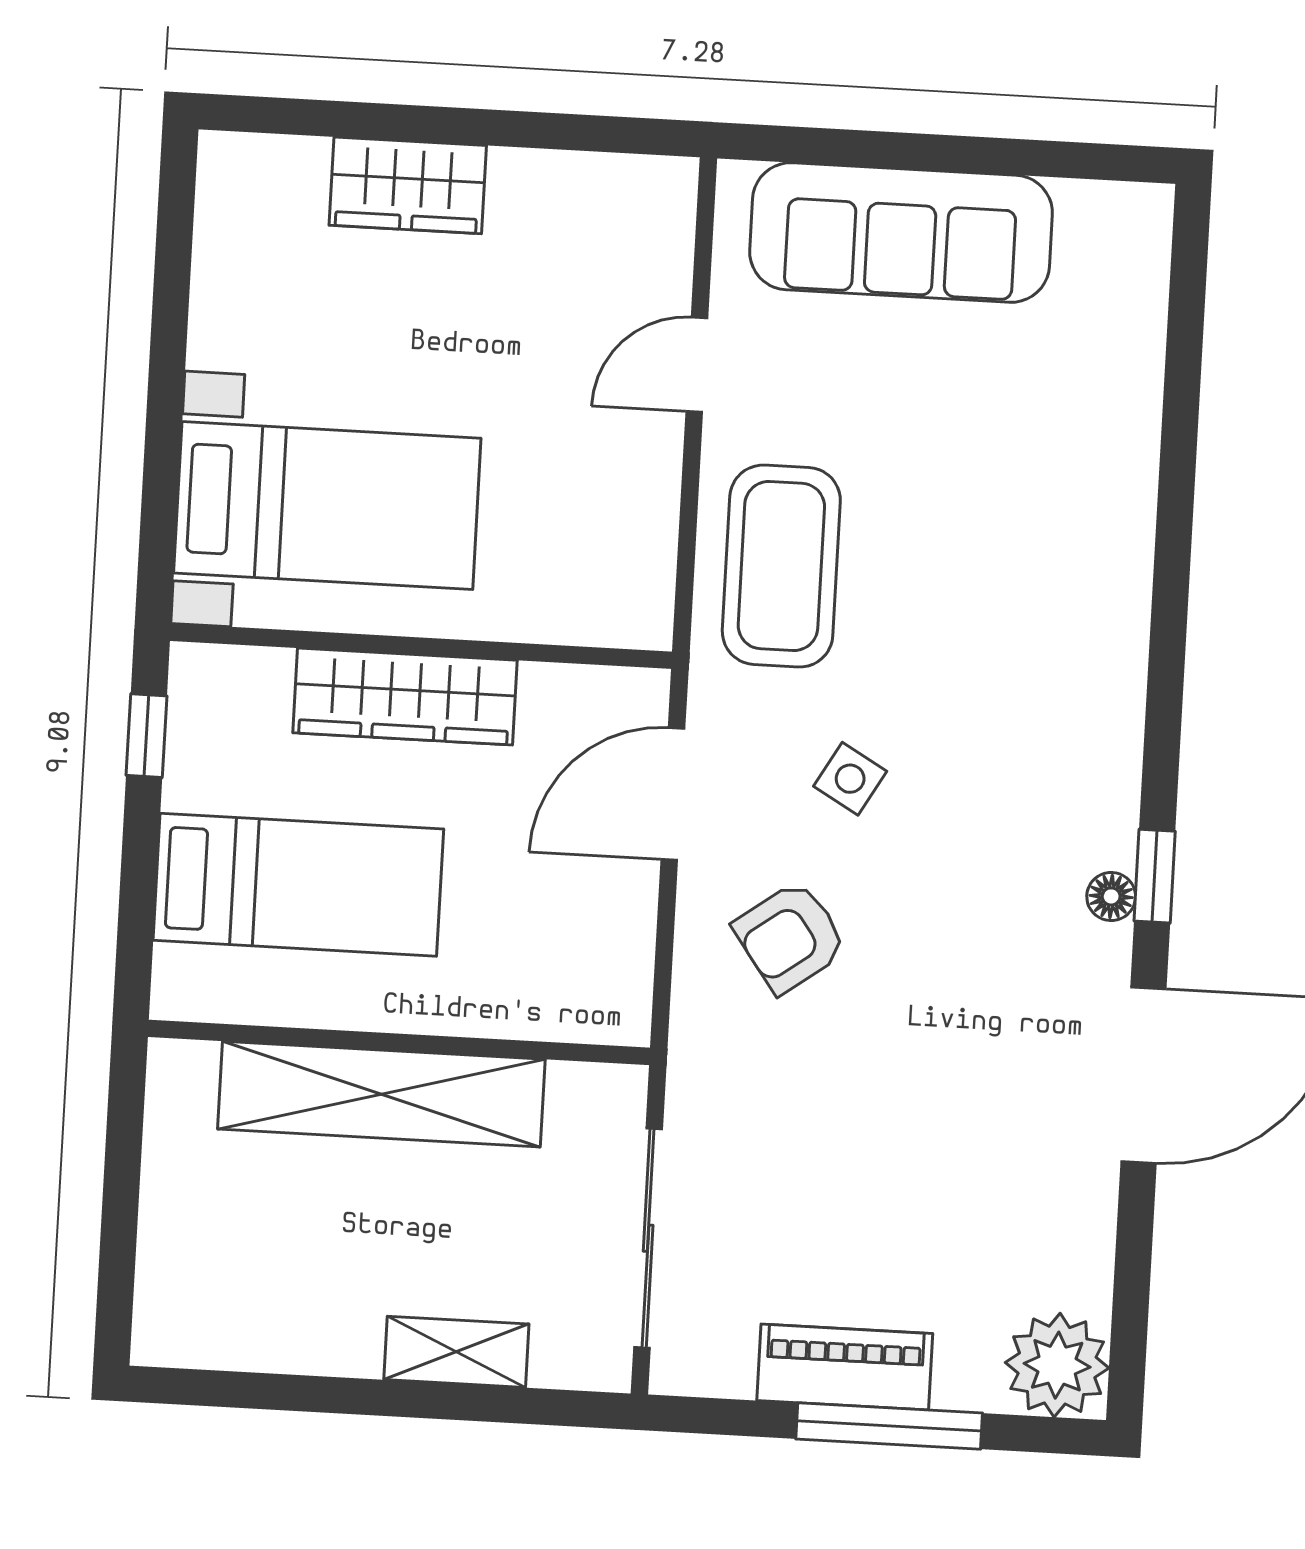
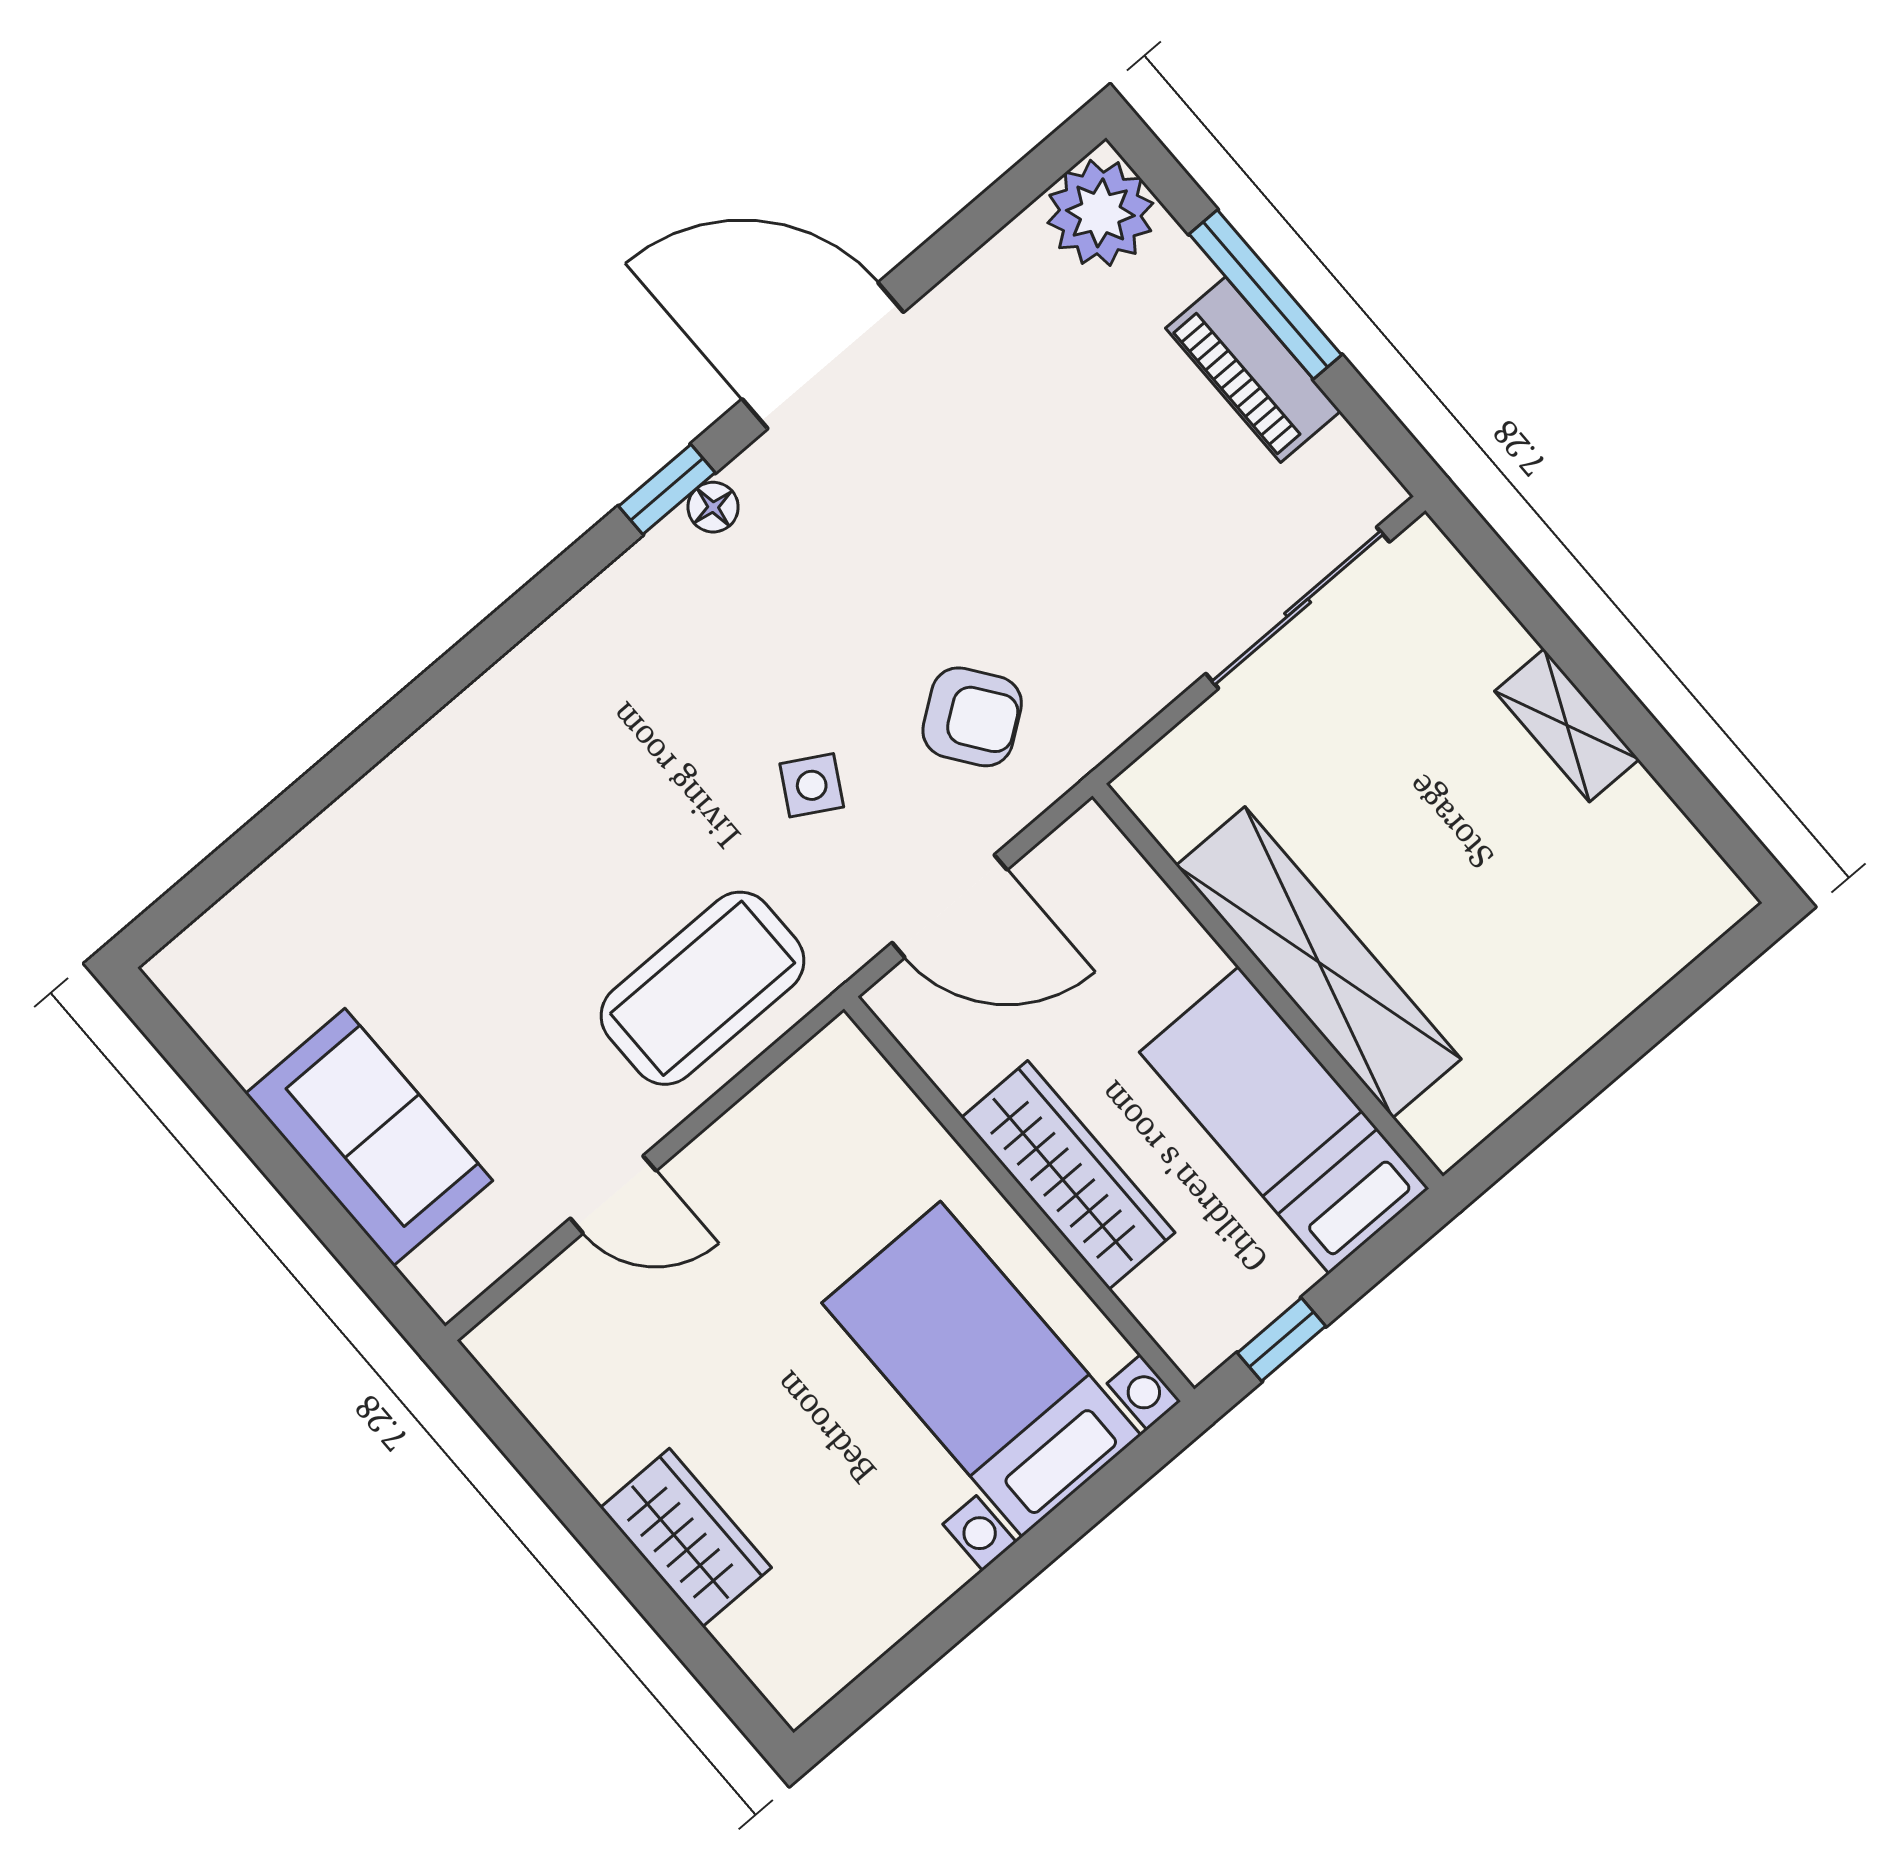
sofa: (901, 232) -> (369, 1137), width x0.73
wall: (399, 1042) -> (1268, 986), moved
shelving: (381, 1094) -> (1319, 962), moved
shelving: (456, 1352) -> (1567, 725), moved

